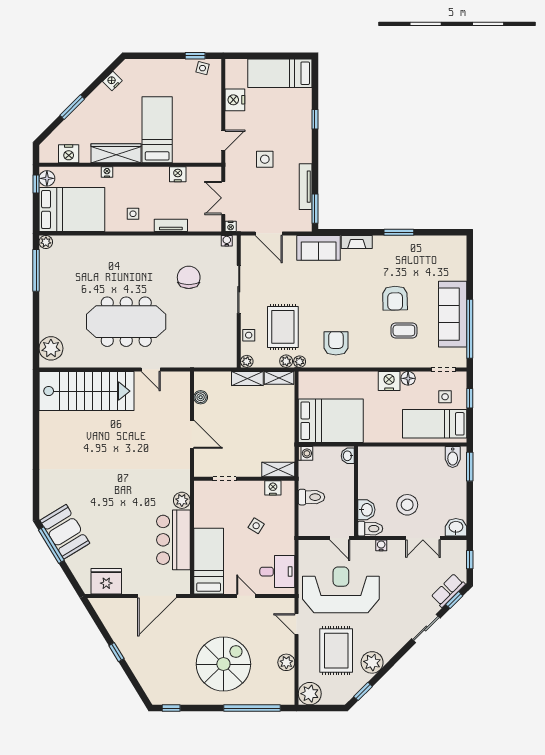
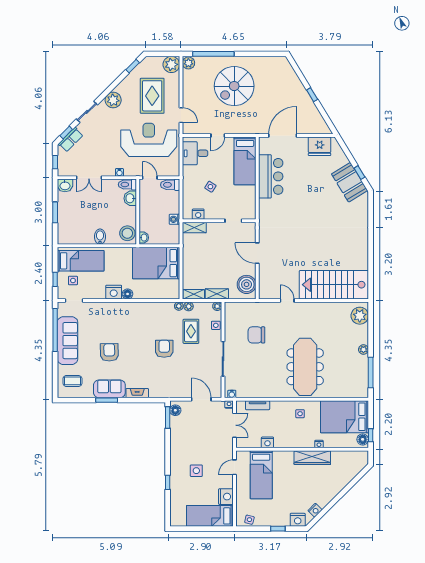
window: (195, 56) -> (278, 529), moved
bed: (280, 73) -> (210, 516), moved, turned 180
window: (72, 107) -> (344, 491), removed
bed: (157, 130) -> (261, 475), moved
nightstand: (69, 154) -> (298, 520), moved, turned 180
side table: (265, 159) -> (196, 471), moved
tv unit: (306, 187) -> (174, 433), removed
floor lamp: (304, 218) -> (175, 410), added
tv unit: (171, 225) -> (258, 405), moved
plant: (46, 242) -> (363, 350), moved
sofa: (319, 248) -> (109, 389), moved
chair: (189, 277) -> (256, 335), moved, turned 90
meeting table: (126, 322) -> (305, 367), moved, turned 90
rug: (283, 327) -> (191, 331), width x0.73, depth x0.70
coffee table: (404, 330) -> (72, 381), moved
armchair: (336, 343) -> (164, 349), moved, turned 180
floor lamp: (408, 378) -> (128, 294), moved
boiler: (201, 397) -> (247, 284), width x1.86, depth x1.86
washing machine: (306, 453) -> (174, 219), moved
bidet: (453, 457) -> (100, 237), moved
window: (470, 467) -> (55, 212), moved
toilet: (311, 497) -> (170, 185), moved
plant: (182, 500) -> (265, 205), removed
stool: (407, 505) -> (127, 233), moved
double door: (423, 538) -> (89, 178), swing flipped
window: (51, 545) -> (359, 173), width x0.46
reception desk: (341, 590) -> (149, 140), turned 180
door: (246, 596) -> (218, 136), hinge flipped
plant: (286, 662) -> (188, 63), moved
plant: (372, 662) -> (113, 100), moved
window: (171, 708) -> (272, 54), removed

